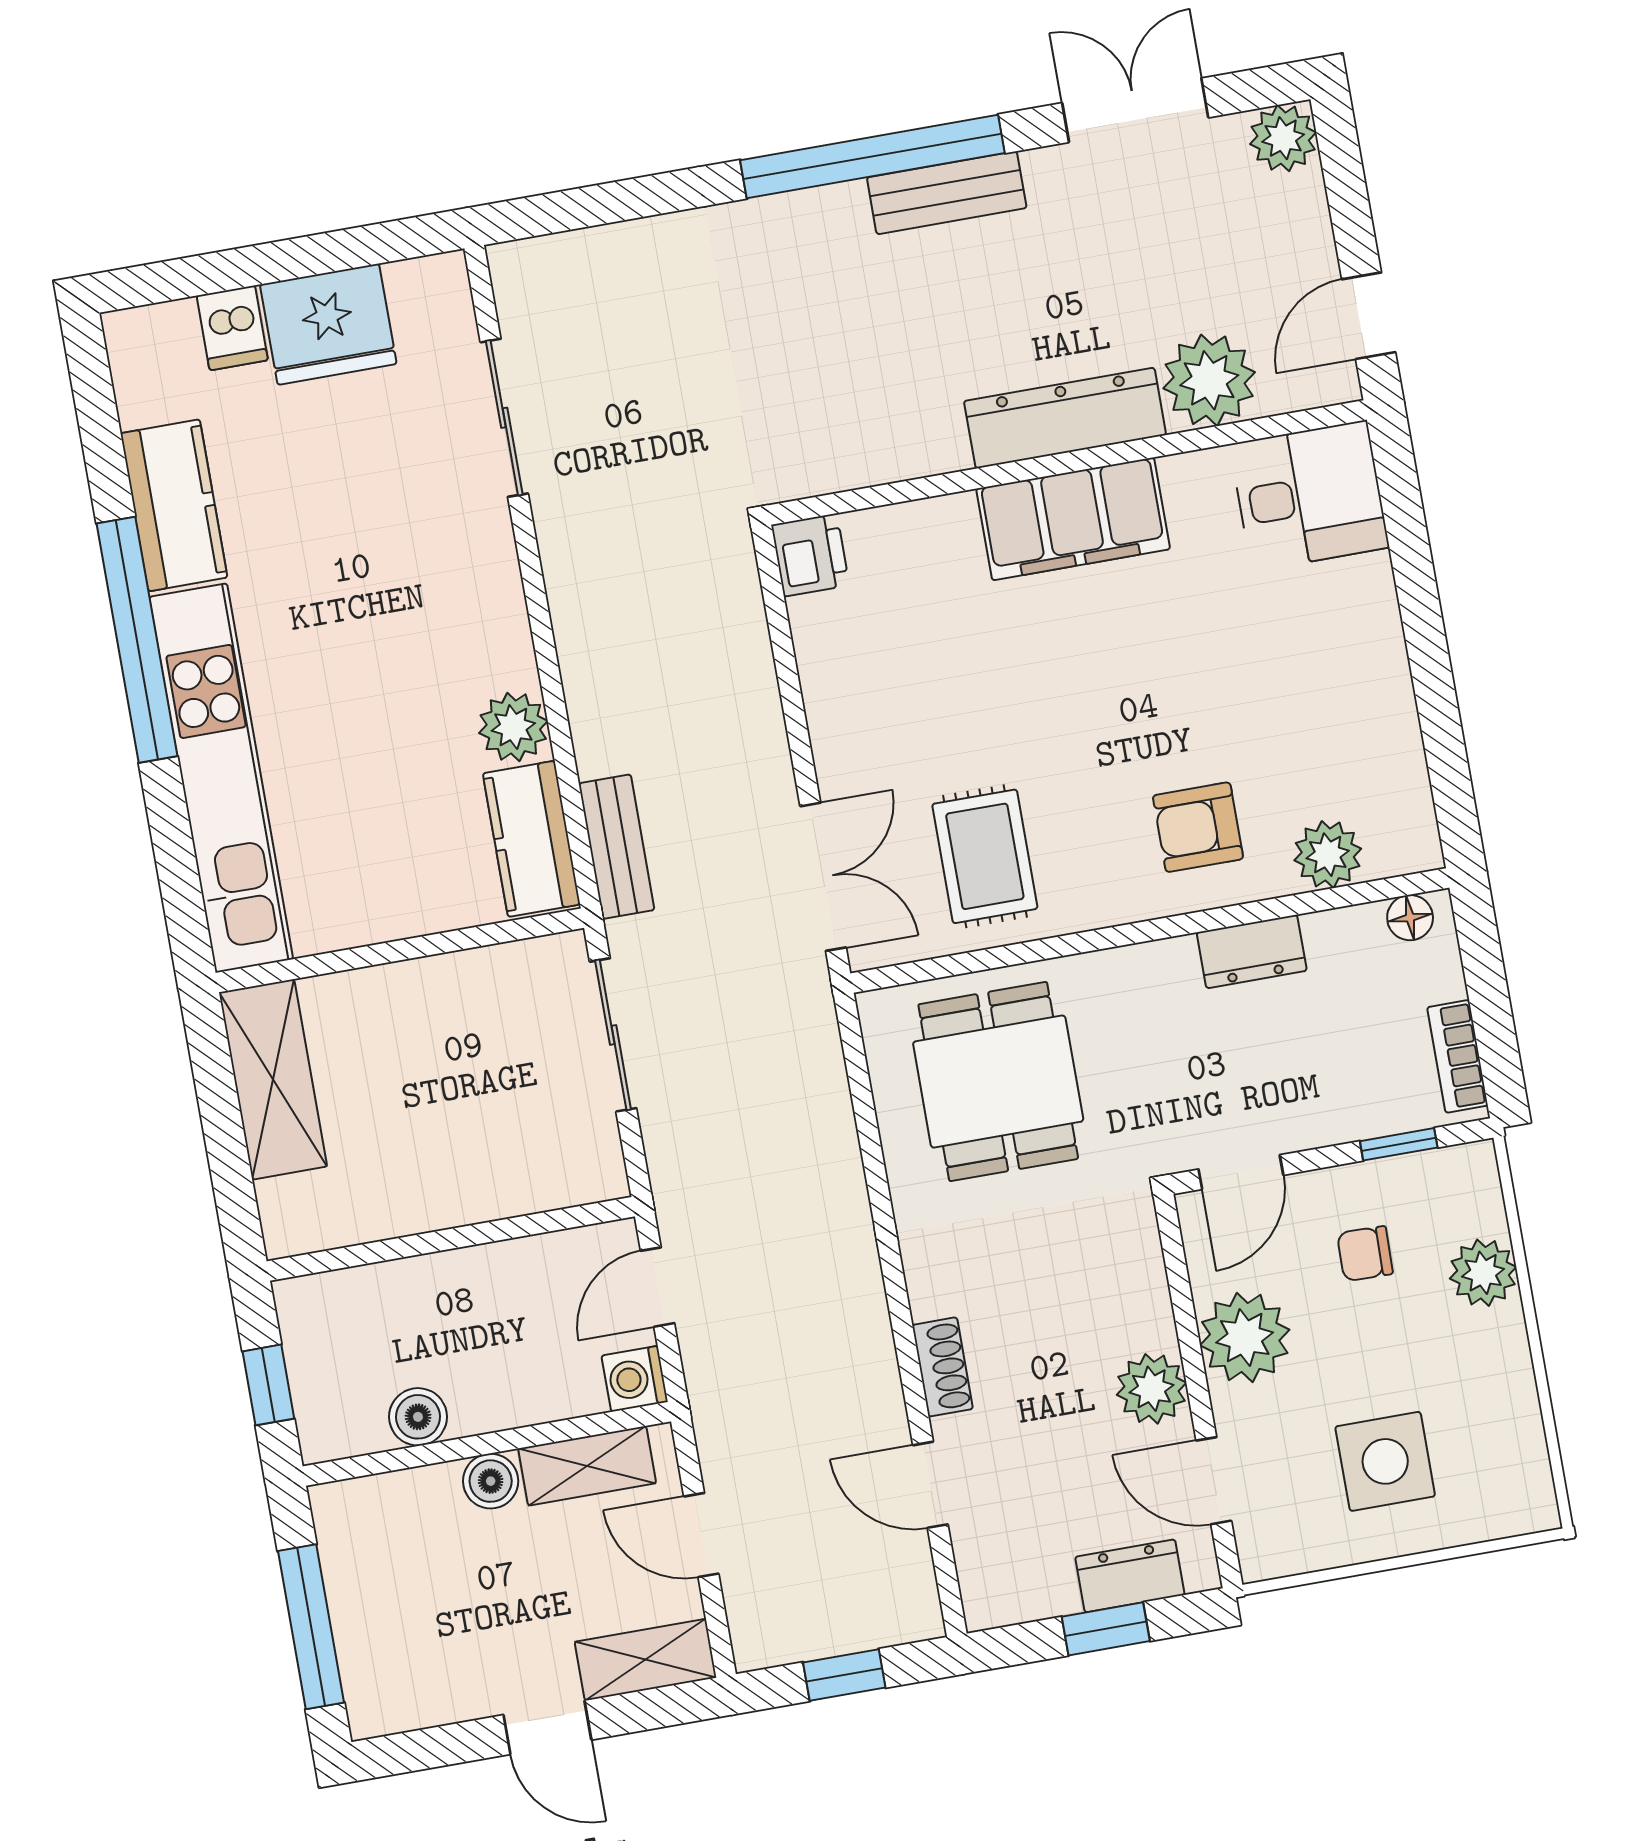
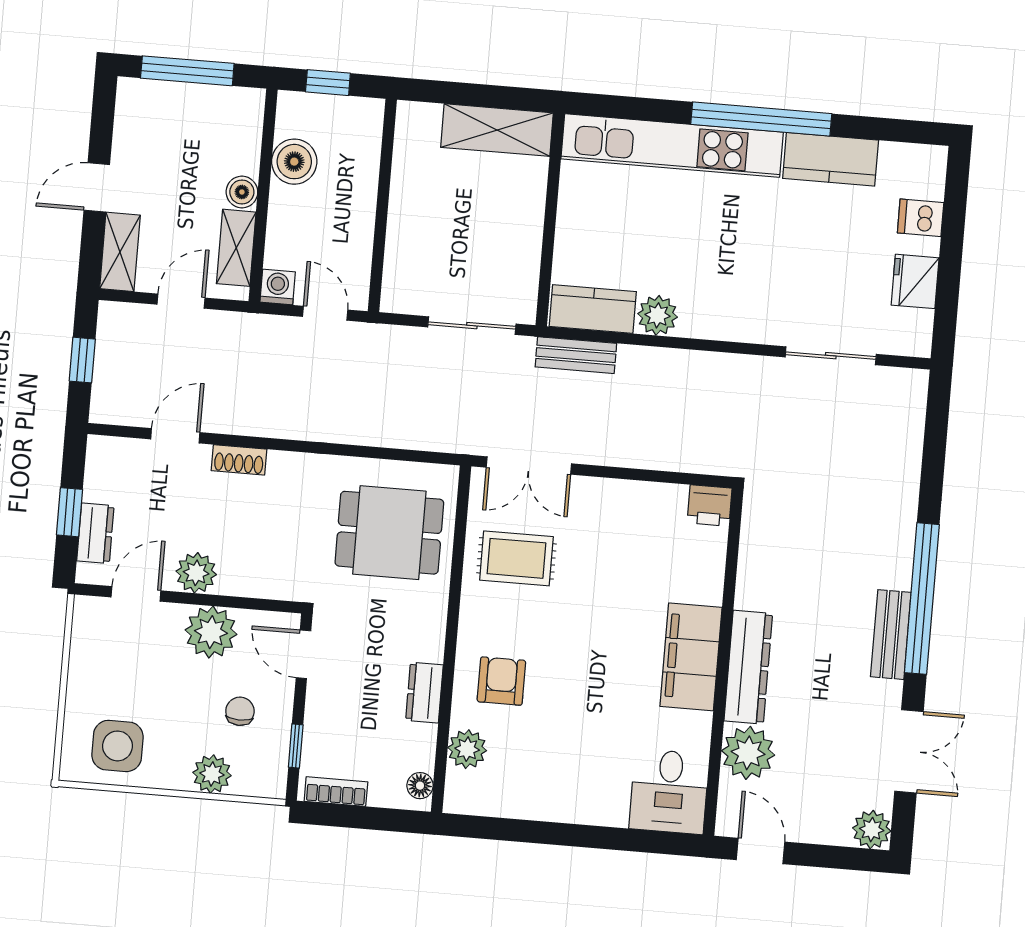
fridge: (328, 324) -> (915, 281), width x0.73, depth x0.75
boiler: (418, 1417) -> (294, 162), width x1.36, depth x1.36
side table: (1385, 1461) -> (117, 746), moved

